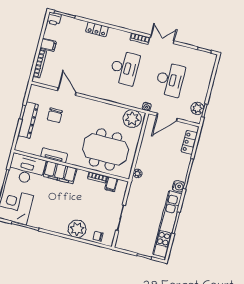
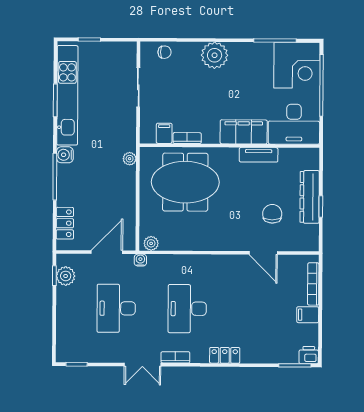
locker: (97, 29) -> (225, 355), moved
plant: (132, 119) -> (151, 243), width x0.53, depth x0.53
plant: (77, 229) -> (215, 55), moved

